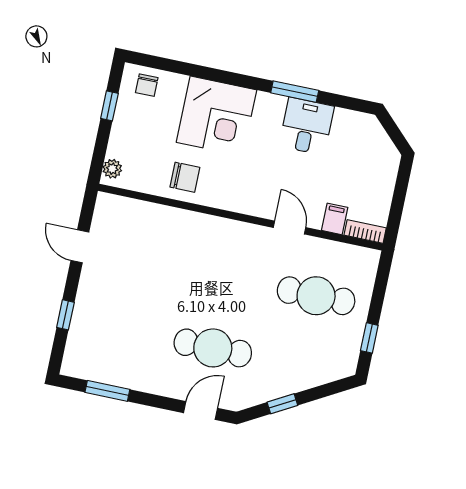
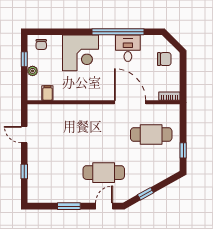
window: (295, 92) -> (118, 32), width x2.11
plant: (112, 169) -> (33, 71), moved
chair: (185, 177) -> (164, 59), moved
filing cabinet: (335, 219) -> (47, 93), moved
door: (289, 227) -> (130, 102), width x1.88
window: (107, 391) -> (69, 206), moved

